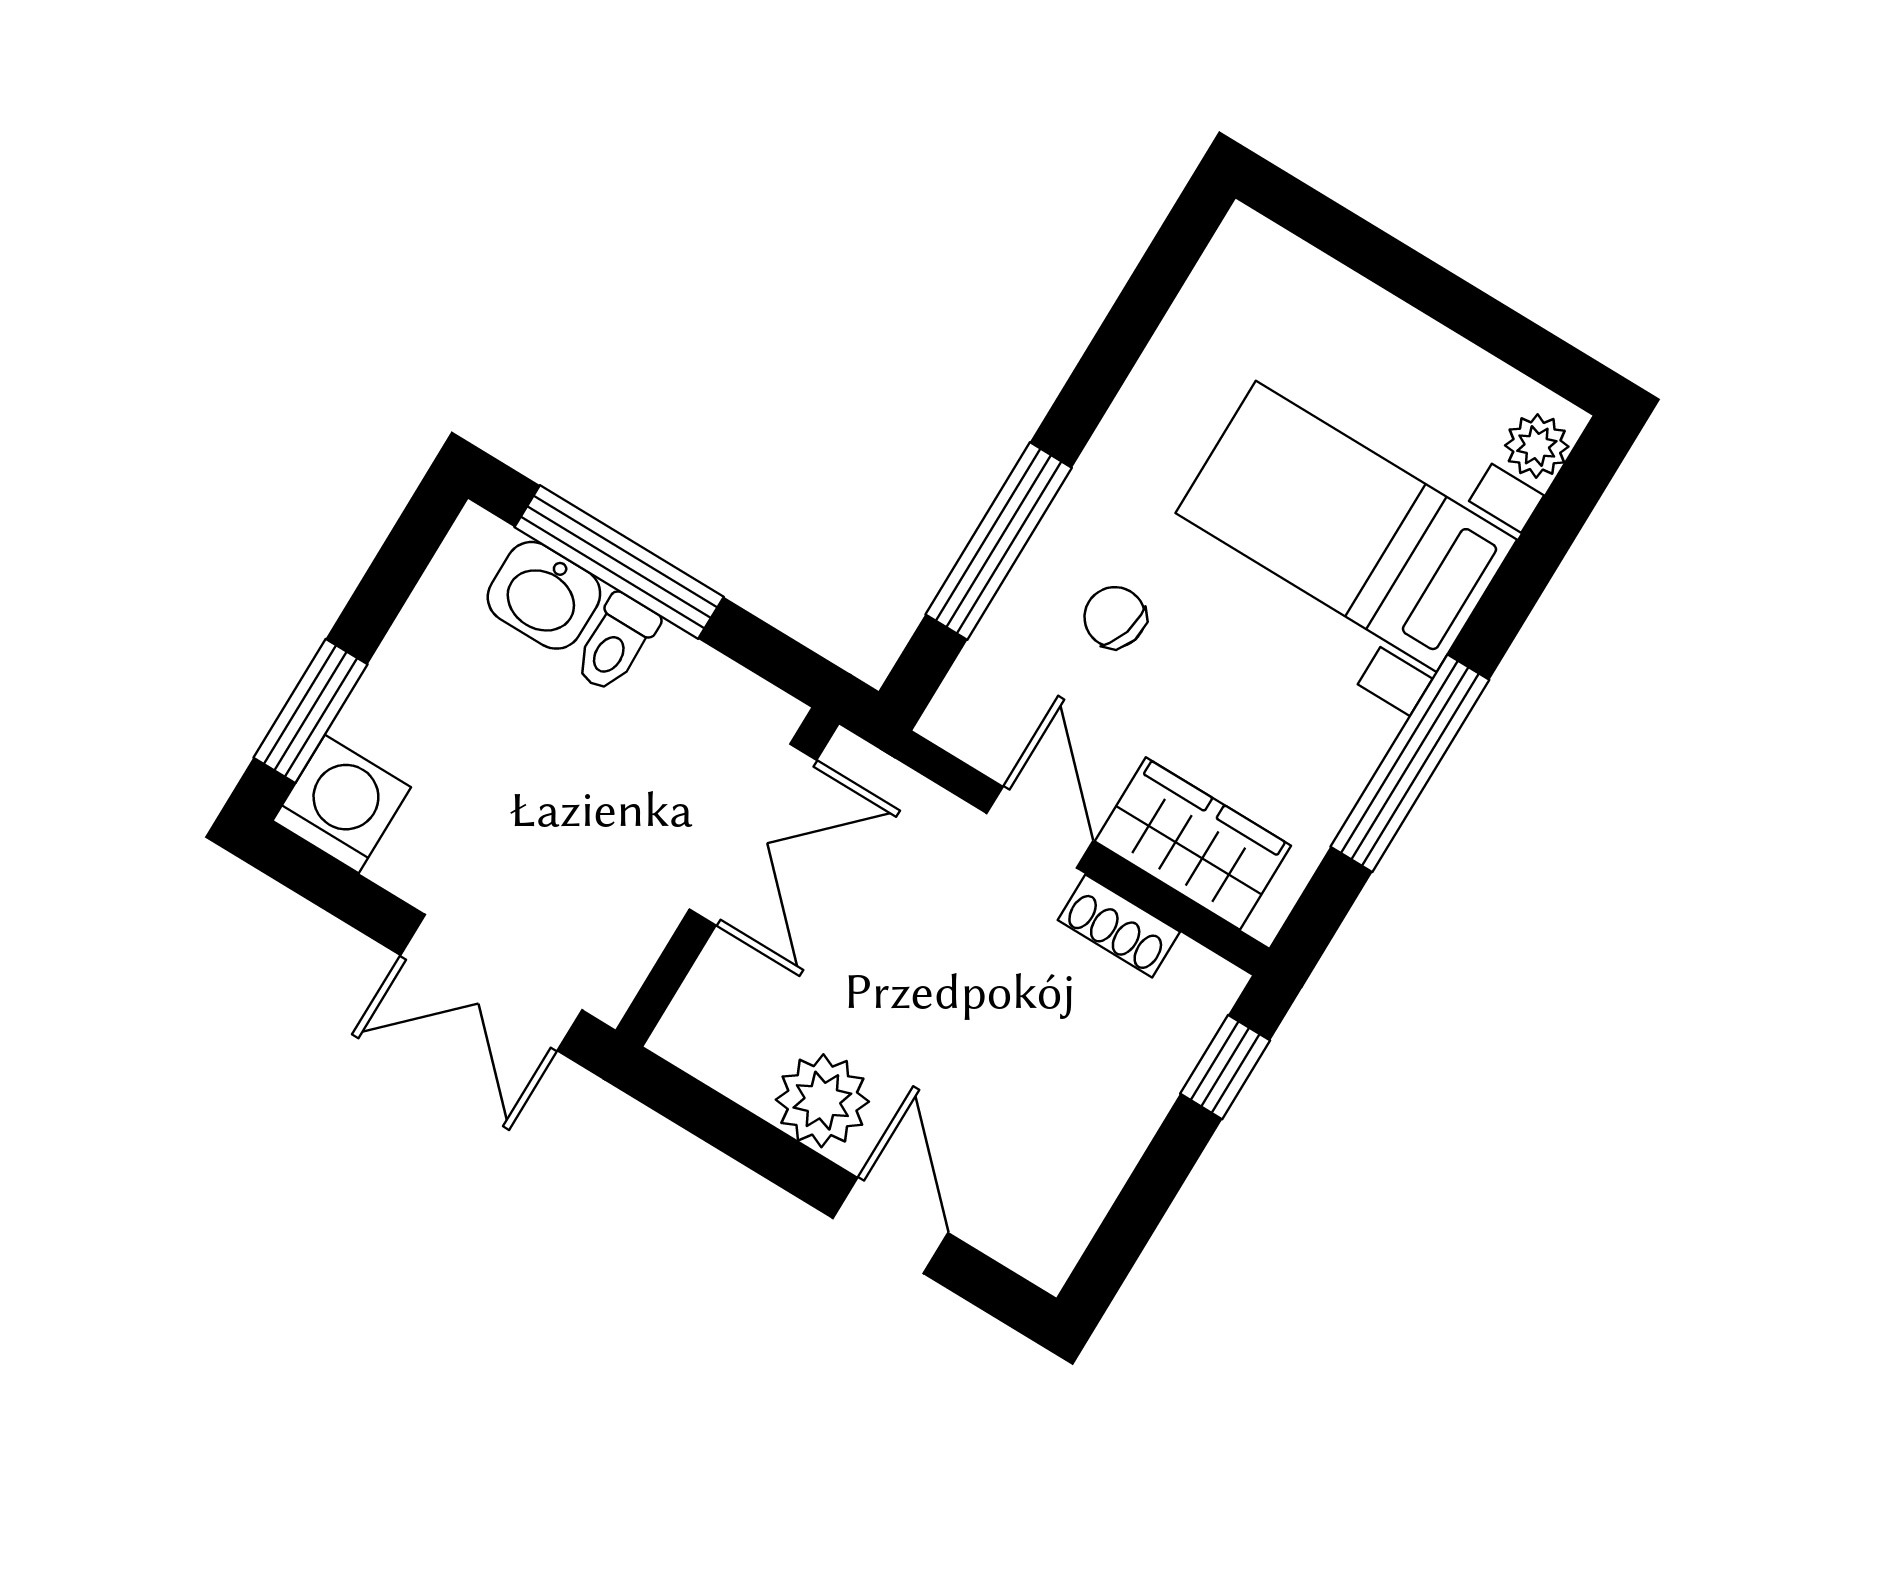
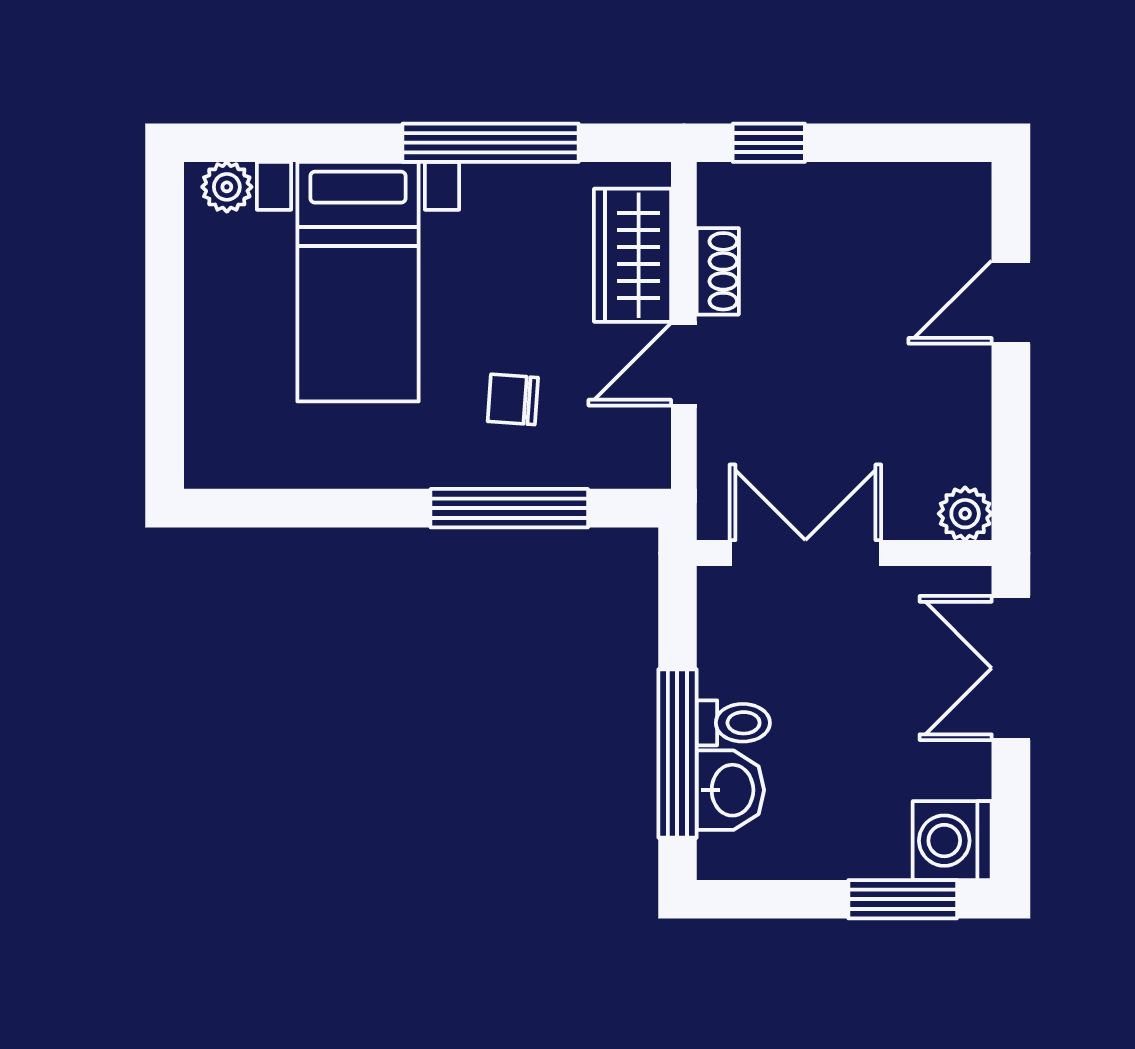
chair: (1115, 617) -> (513, 399), turned 77
double door: (491, 983) -> (1011, 668), swing flipped
plant: (822, 1101) -> (965, 514), moved, width x0.73, depth x0.73

